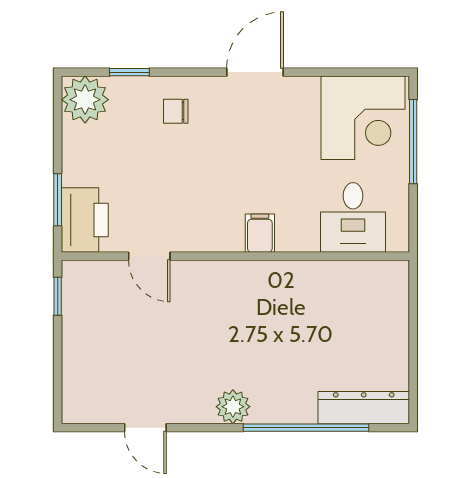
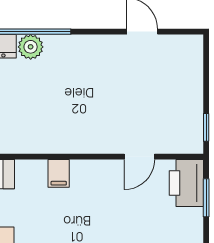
door: (149, 256) -> (139, 157), swing flipped
plant: (233, 407) -> (31, 47), moved

